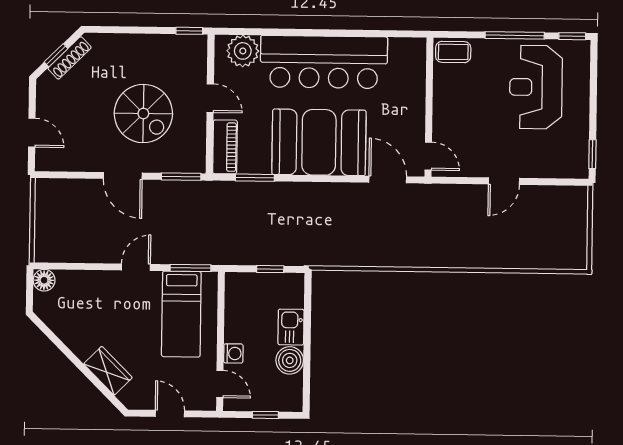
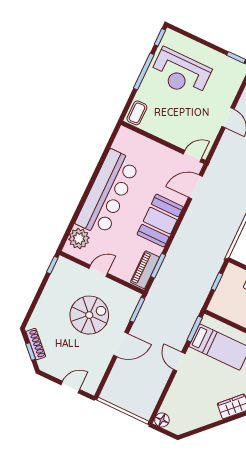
booth: (319, 142) -> (160, 221), width x0.73, depth x0.70
piano: (225, 147) -> (145, 270), moved, turned -90

